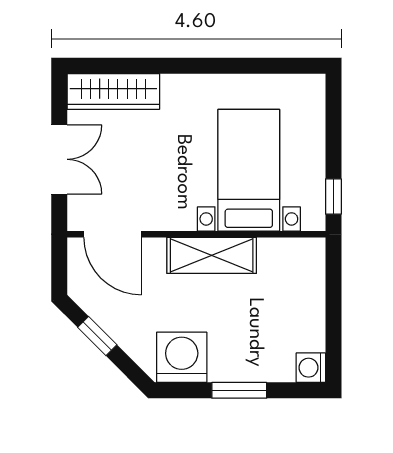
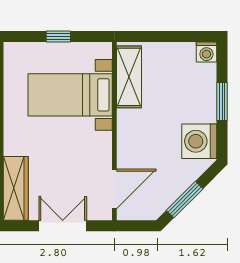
window: (333, 196) -> (58, 36), moved
shelving: (212, 255) -> (129, 77), moved
window: (97, 336) -> (185, 200), width x1.50

